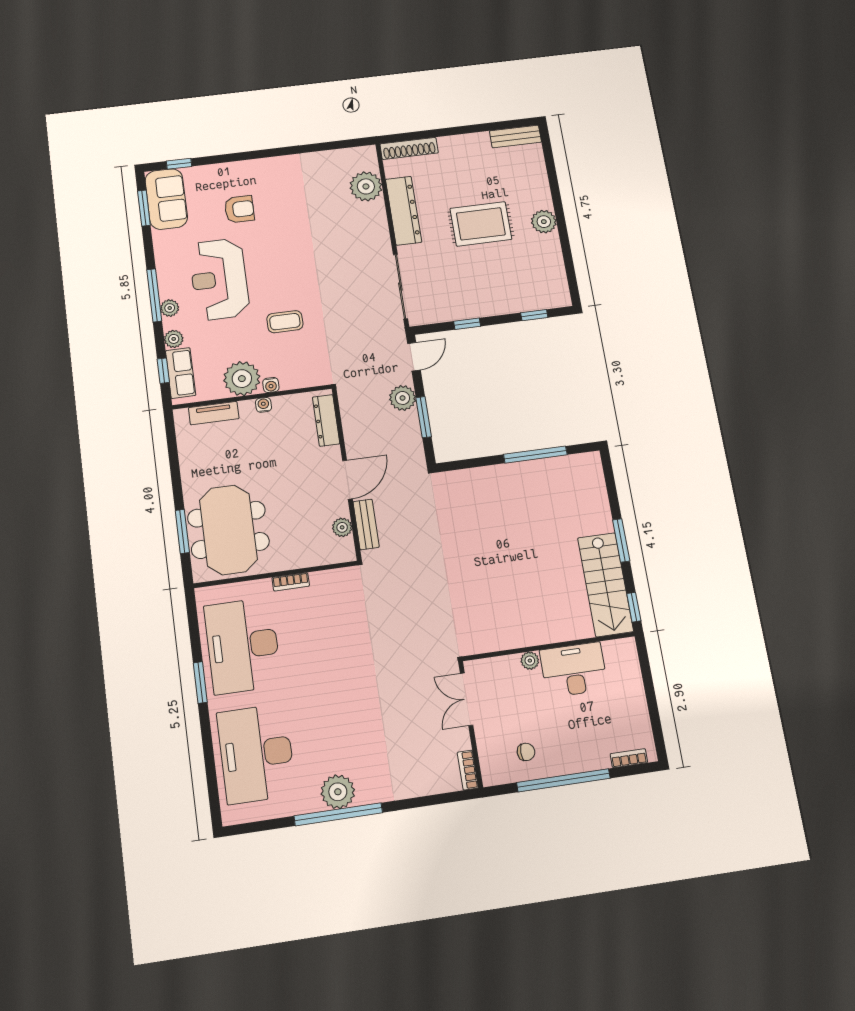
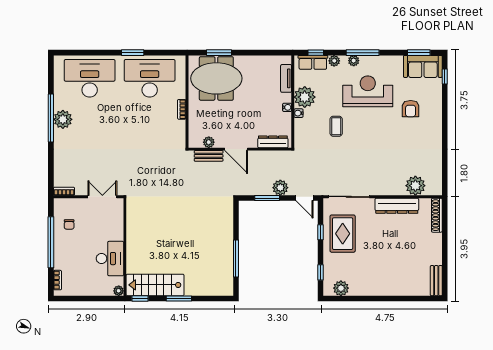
plant: (544, 222) -> (341, 288), moved
rug: (481, 224) -> (343, 234), moved
plant: (530, 661) -> (119, 291), moved

